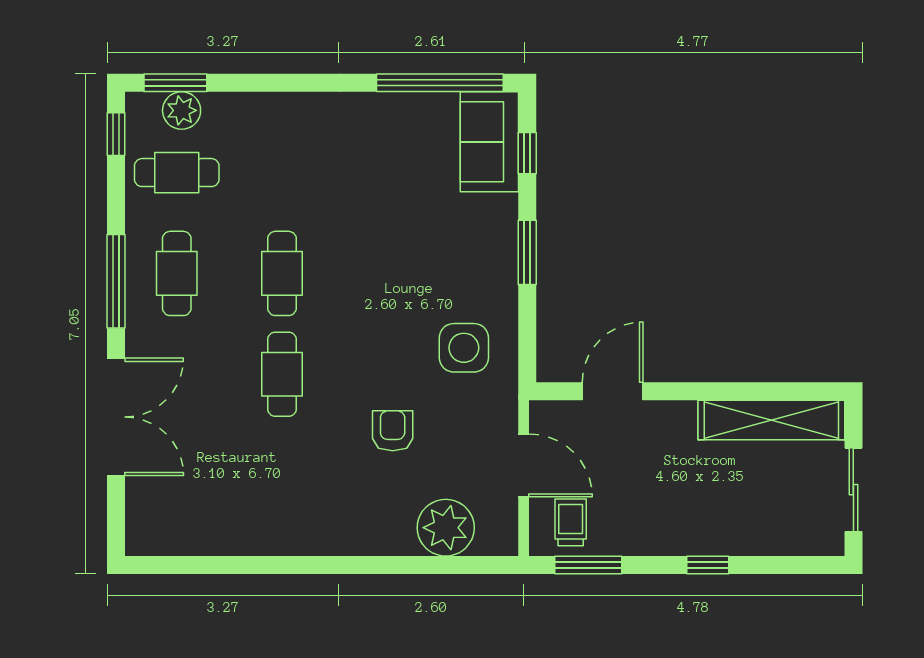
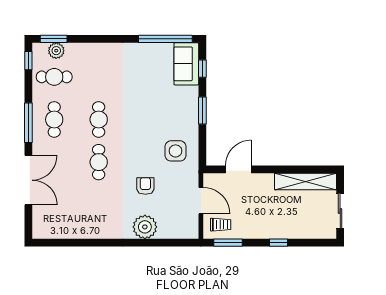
trolley: (571, 522) -> (221, 225), turned 90
plant: (446, 528) -> (145, 227), moved

